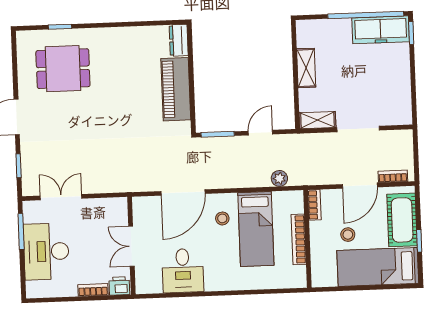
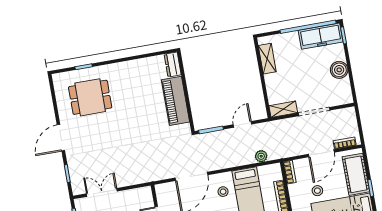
shelving: (306, 68) -> (267, 59), moved
boiler: (399, 78) -> (339, 70), added

